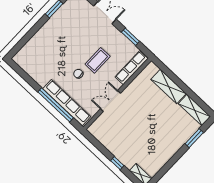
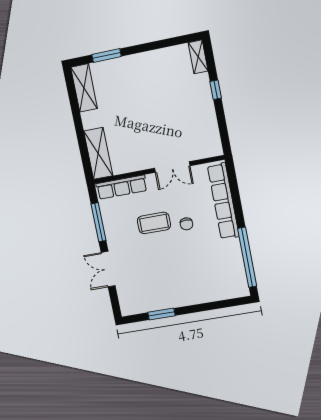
window: (130, 37) -> (99, 222), width x1.44
shelving: (169, 86) -> (98, 153), moved
window: (56, 105) -> (247, 257), moved

